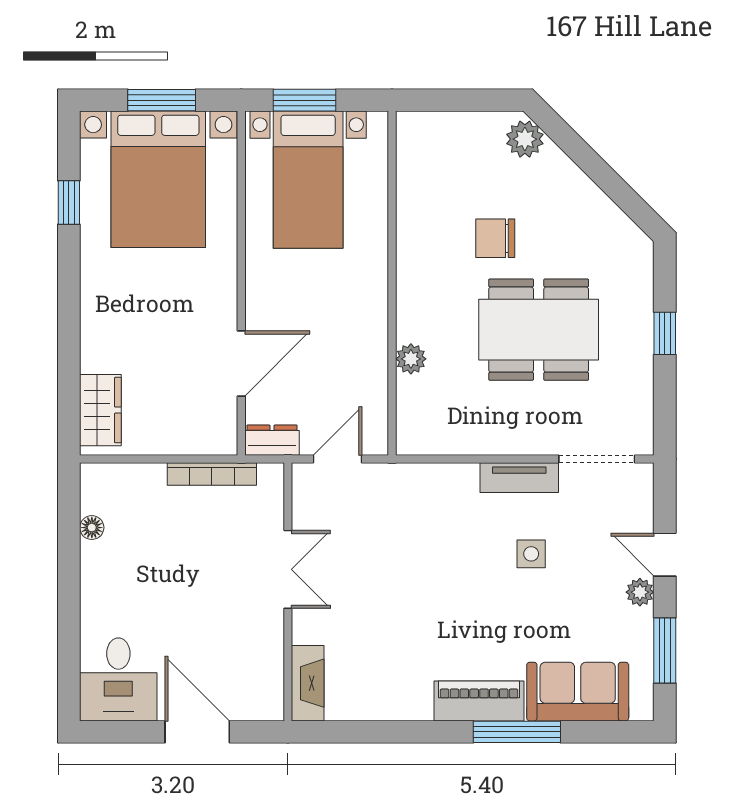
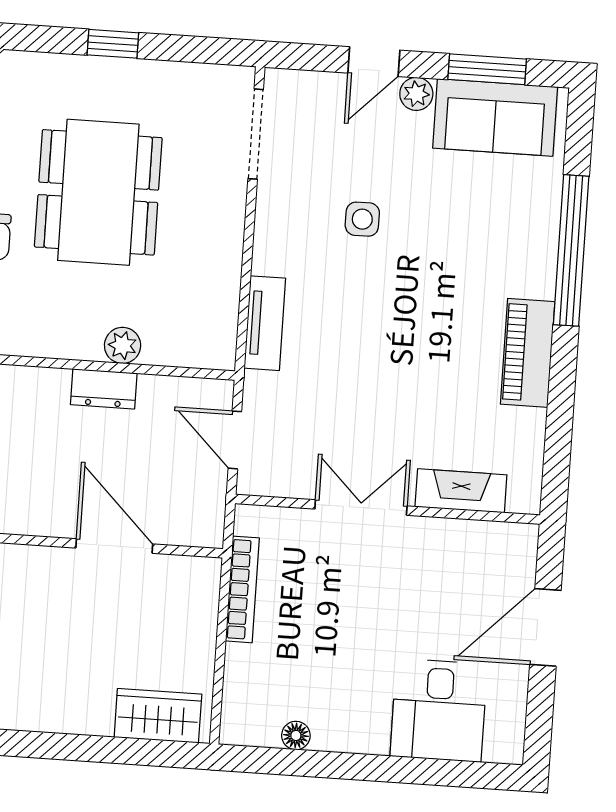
dresser: (272, 440) -> (104, 389), moved, turned -90
tv unit: (519, 478) -> (265, 323), moved
desk: (118, 679) -> (439, 710), moved, turned 90
fireplace: (308, 683) -> (461, 491), moved
sofa: (578, 692) -> (495, 117), moved, turned -90
piano: (479, 701) -> (528, 353), moved
window: (517, 732) -> (571, 250), width x1.46

